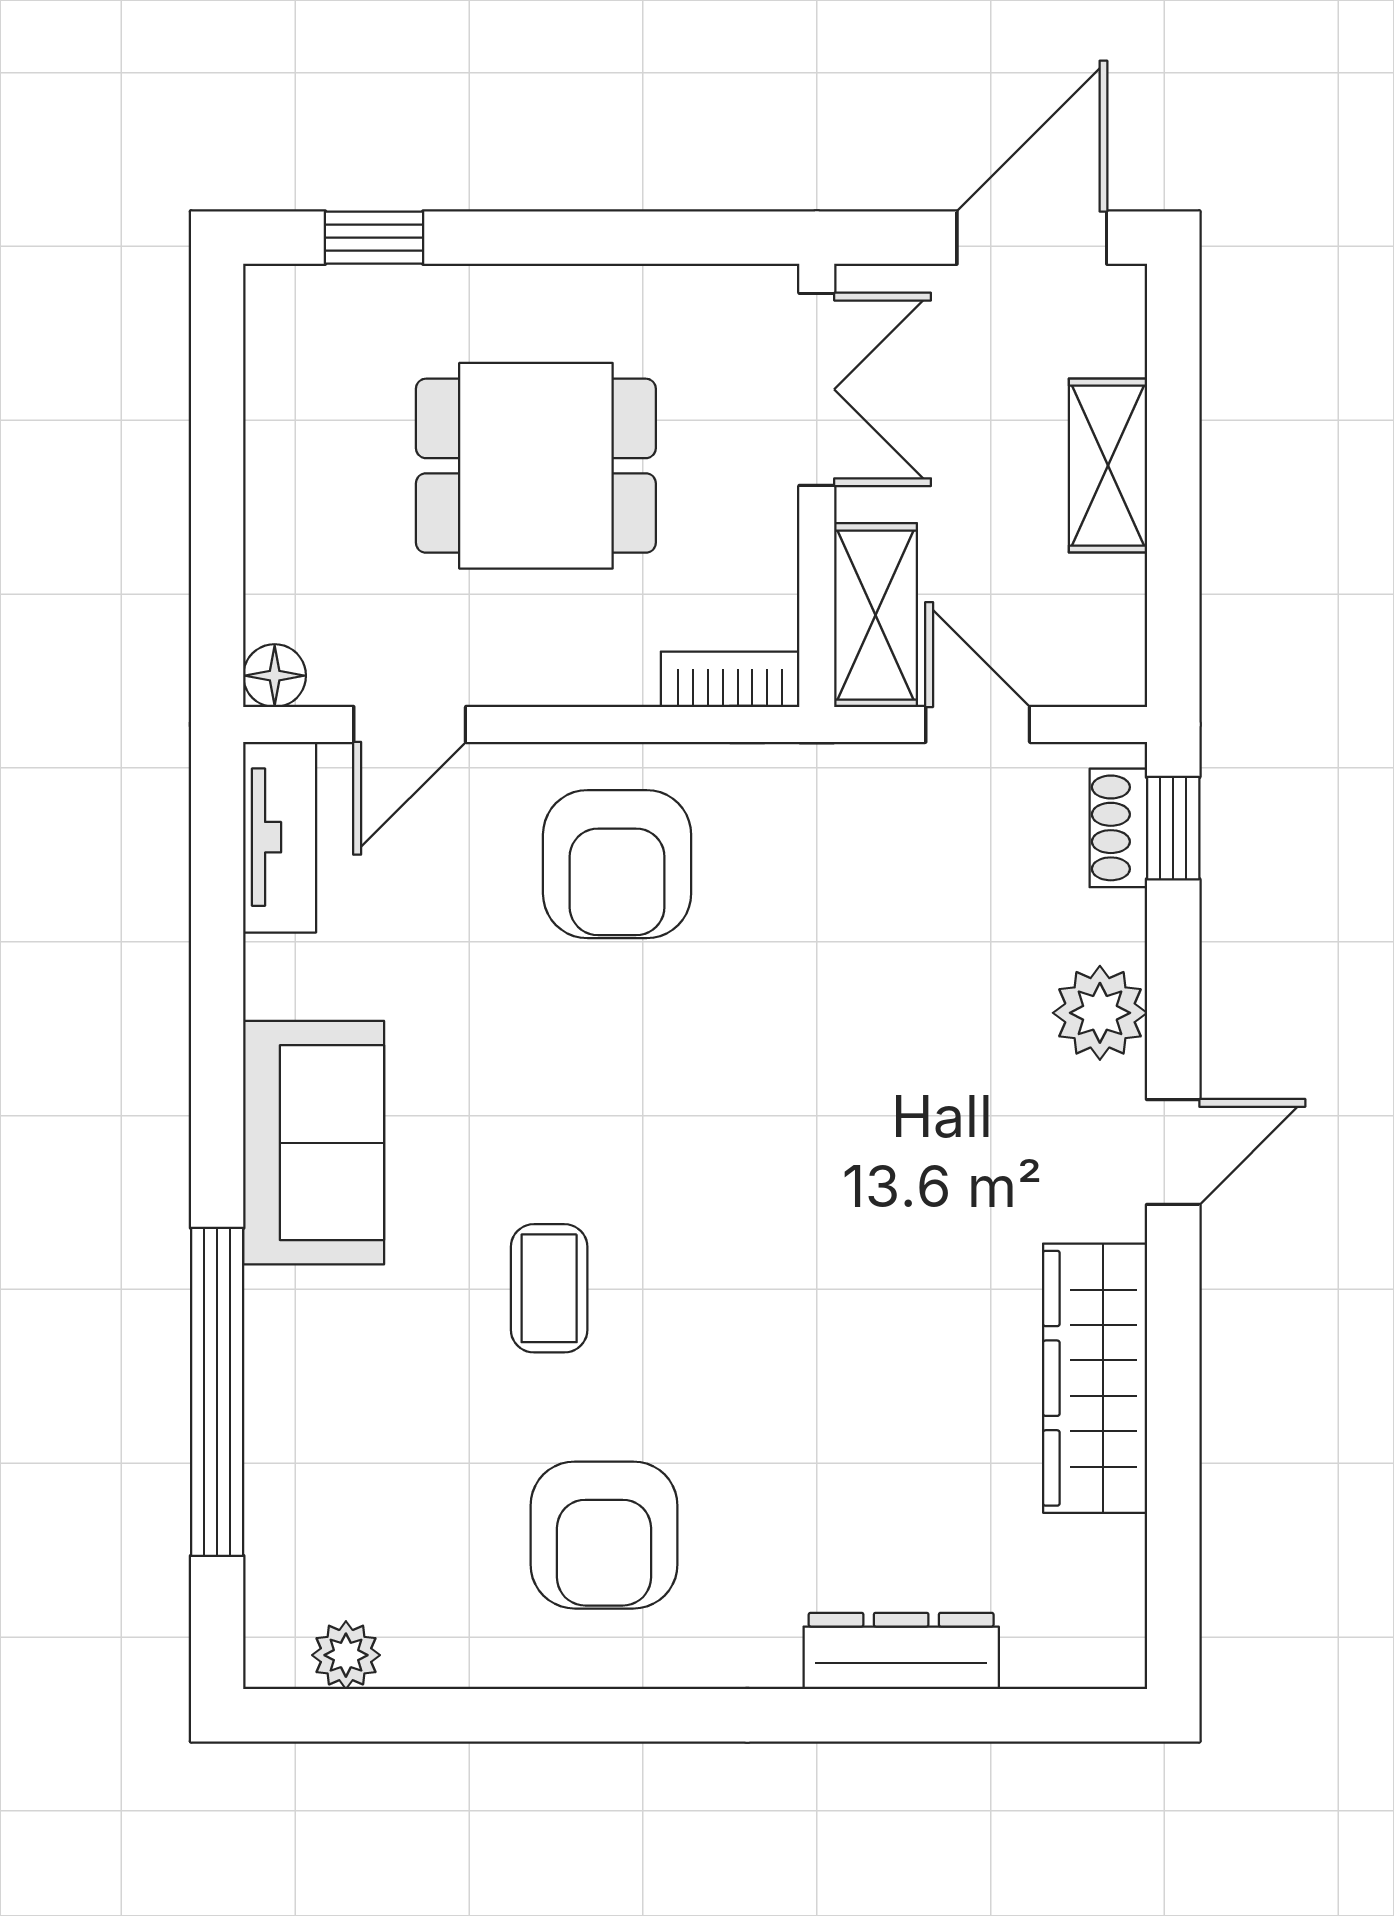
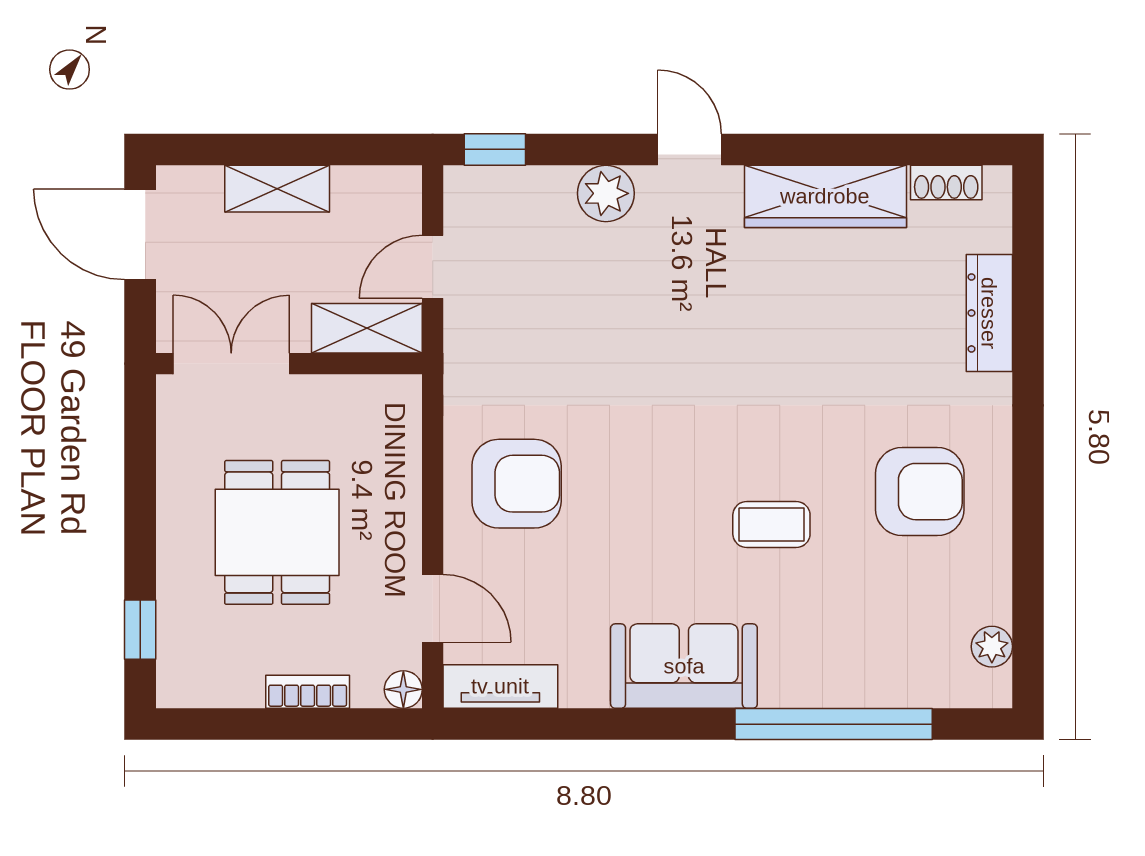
bookcase: (730, 679) -> (308, 692), moved, turned 90
shoe rack: (1118, 828) -> (946, 182), moved

